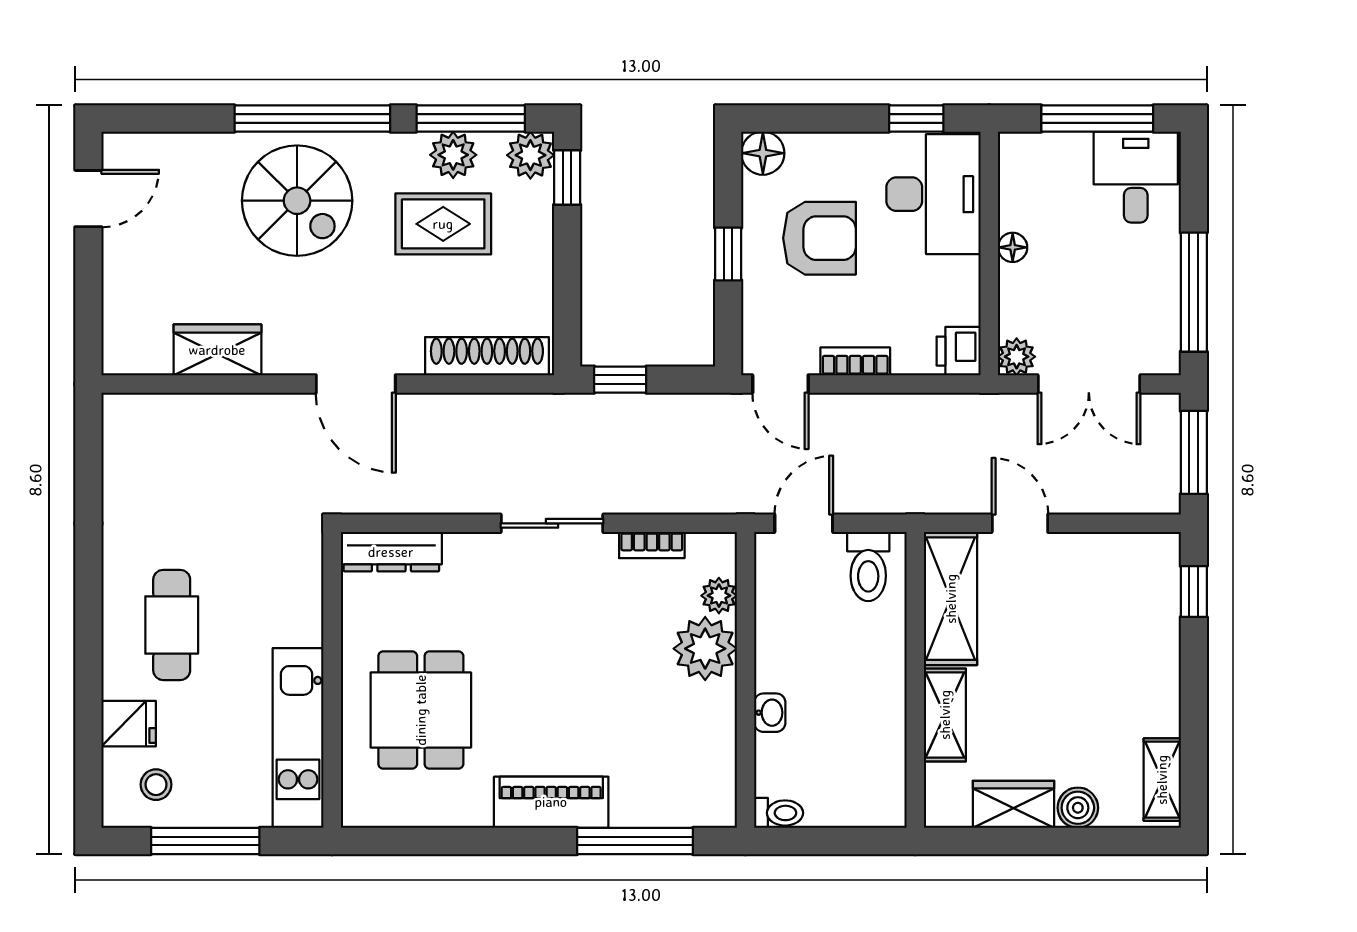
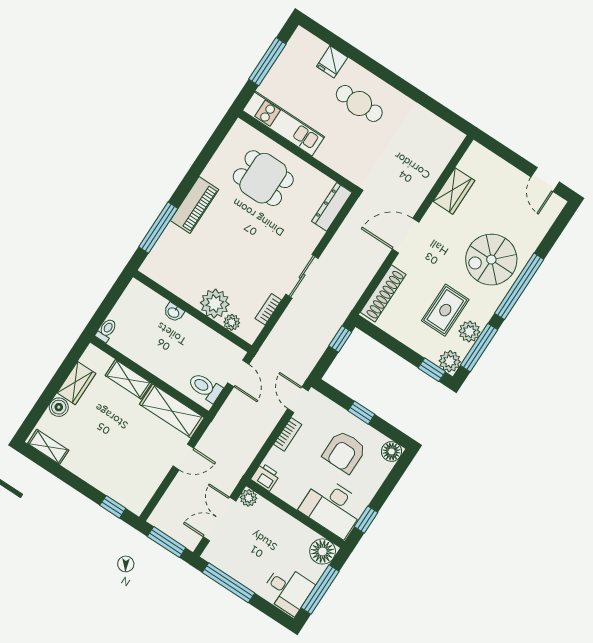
floor lamp: (1013, 247) -> (323, 551), moved, width x1.89, depth x1.89
door: (780, 384) -> (298, 400), hinge flipped
stool: (156, 785) -> (302, 57), removed
toilet: (779, 813) -> (106, 330), moved, turned 180

